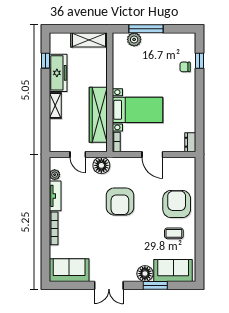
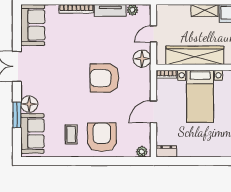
plant: (191, 166) -> (142, 152), added
armchair: (177, 204) -> (102, 137), turned -90

